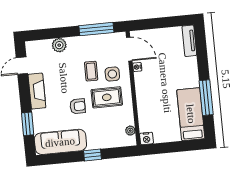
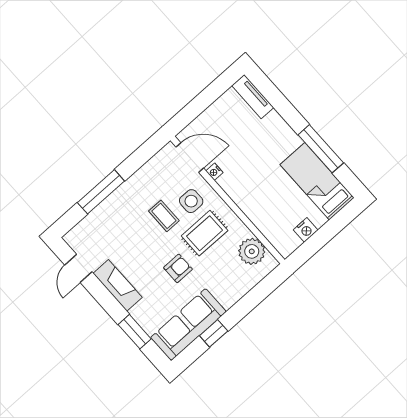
window: (96, 29) -> (101, 192), moved
plant: (59, 45) -> (104, 213), removed
plant: (130, 131) -> (252, 251), width x1.88, depth x1.88
nightstand: (146, 138) -> (306, 230), moved
window: (93, 155) -> (214, 333), moved

